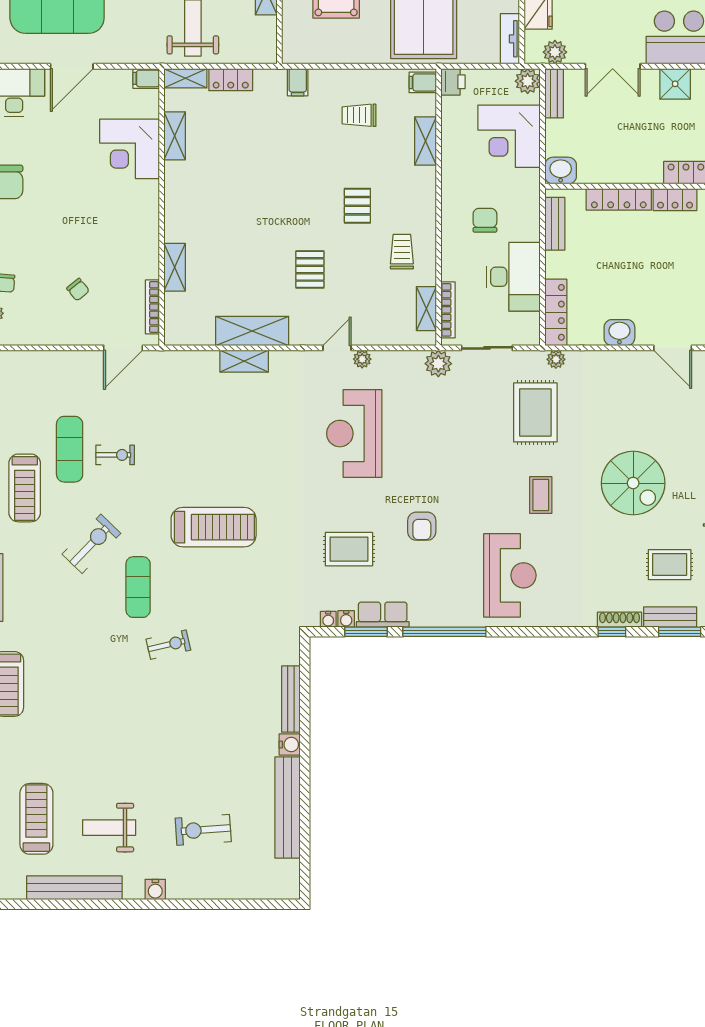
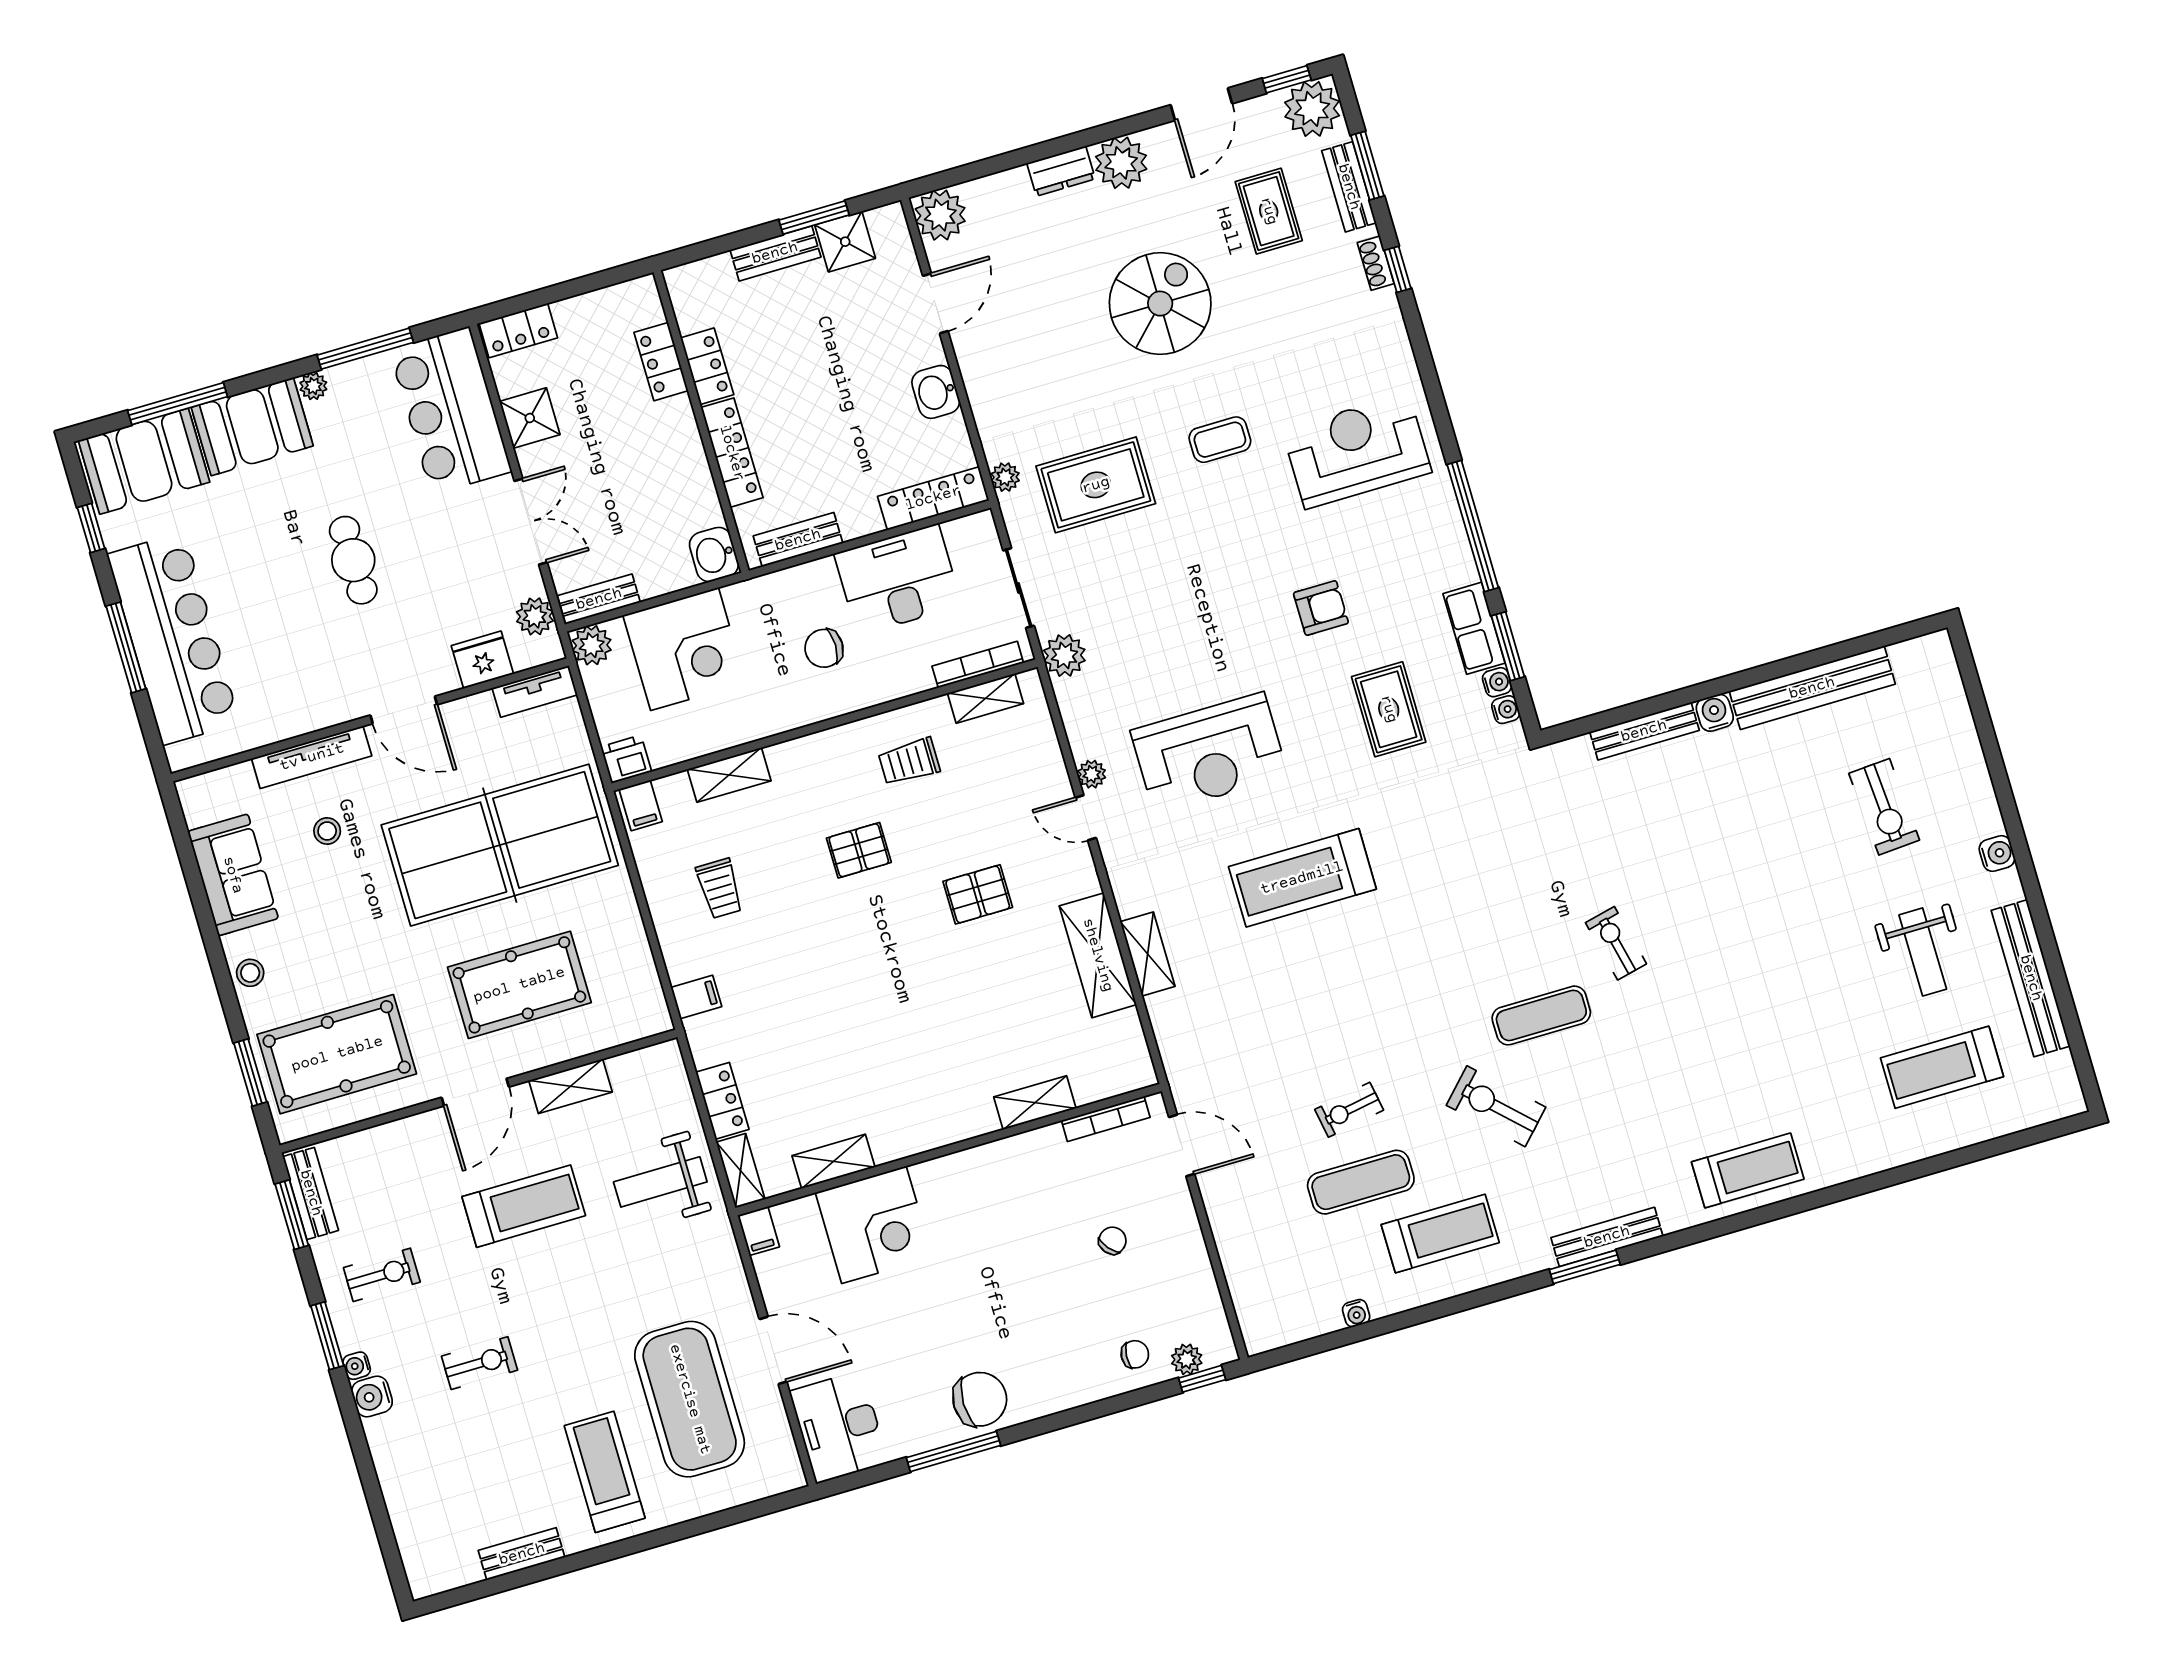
exercise bike: (115, 455) -> (1349, 1110), turned -100
treadmill: (214, 527) -> (1302, 878), moved, turned -90
shoe rack: (620, 620) -> (1376, 263), width x0.70

